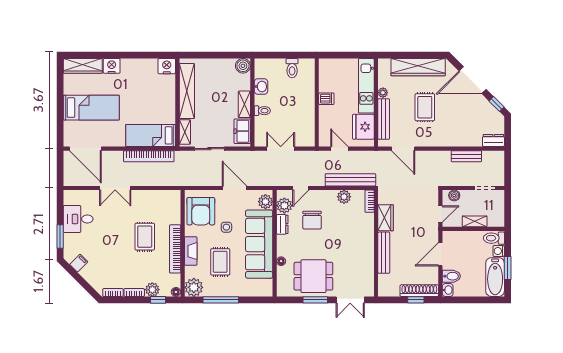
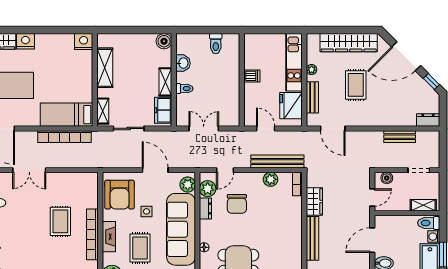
shelving: (187, 91) -> (105, 68), width x0.68
bench: (384, 119) -> (312, 97), width x0.73
shelving: (475, 221) -> (423, 205), moved

